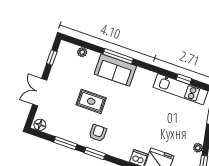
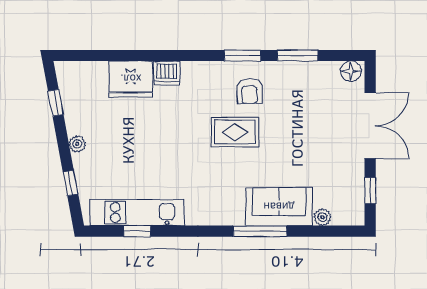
sofa: (115, 70) -> (279, 207), moved
double door: (40, 92) -> (370, 126), width x1.37
rug: (91, 101) -> (235, 132), moved
plant: (198, 148) -> (77, 144), moved

